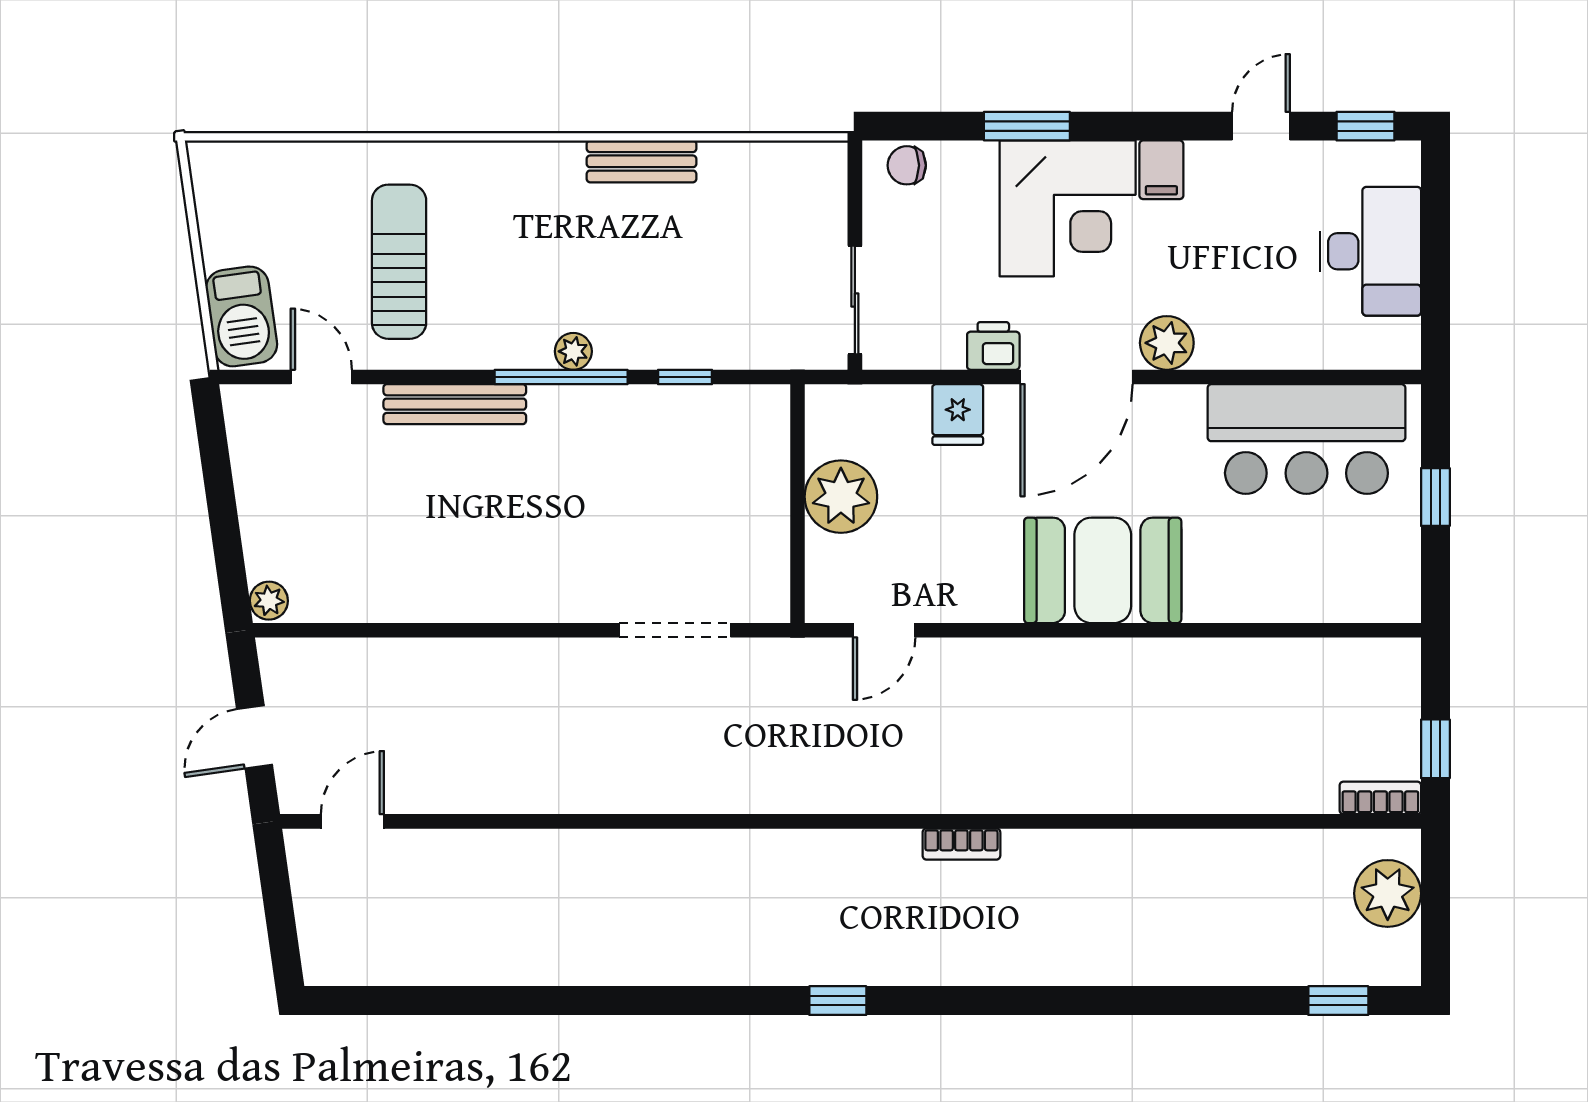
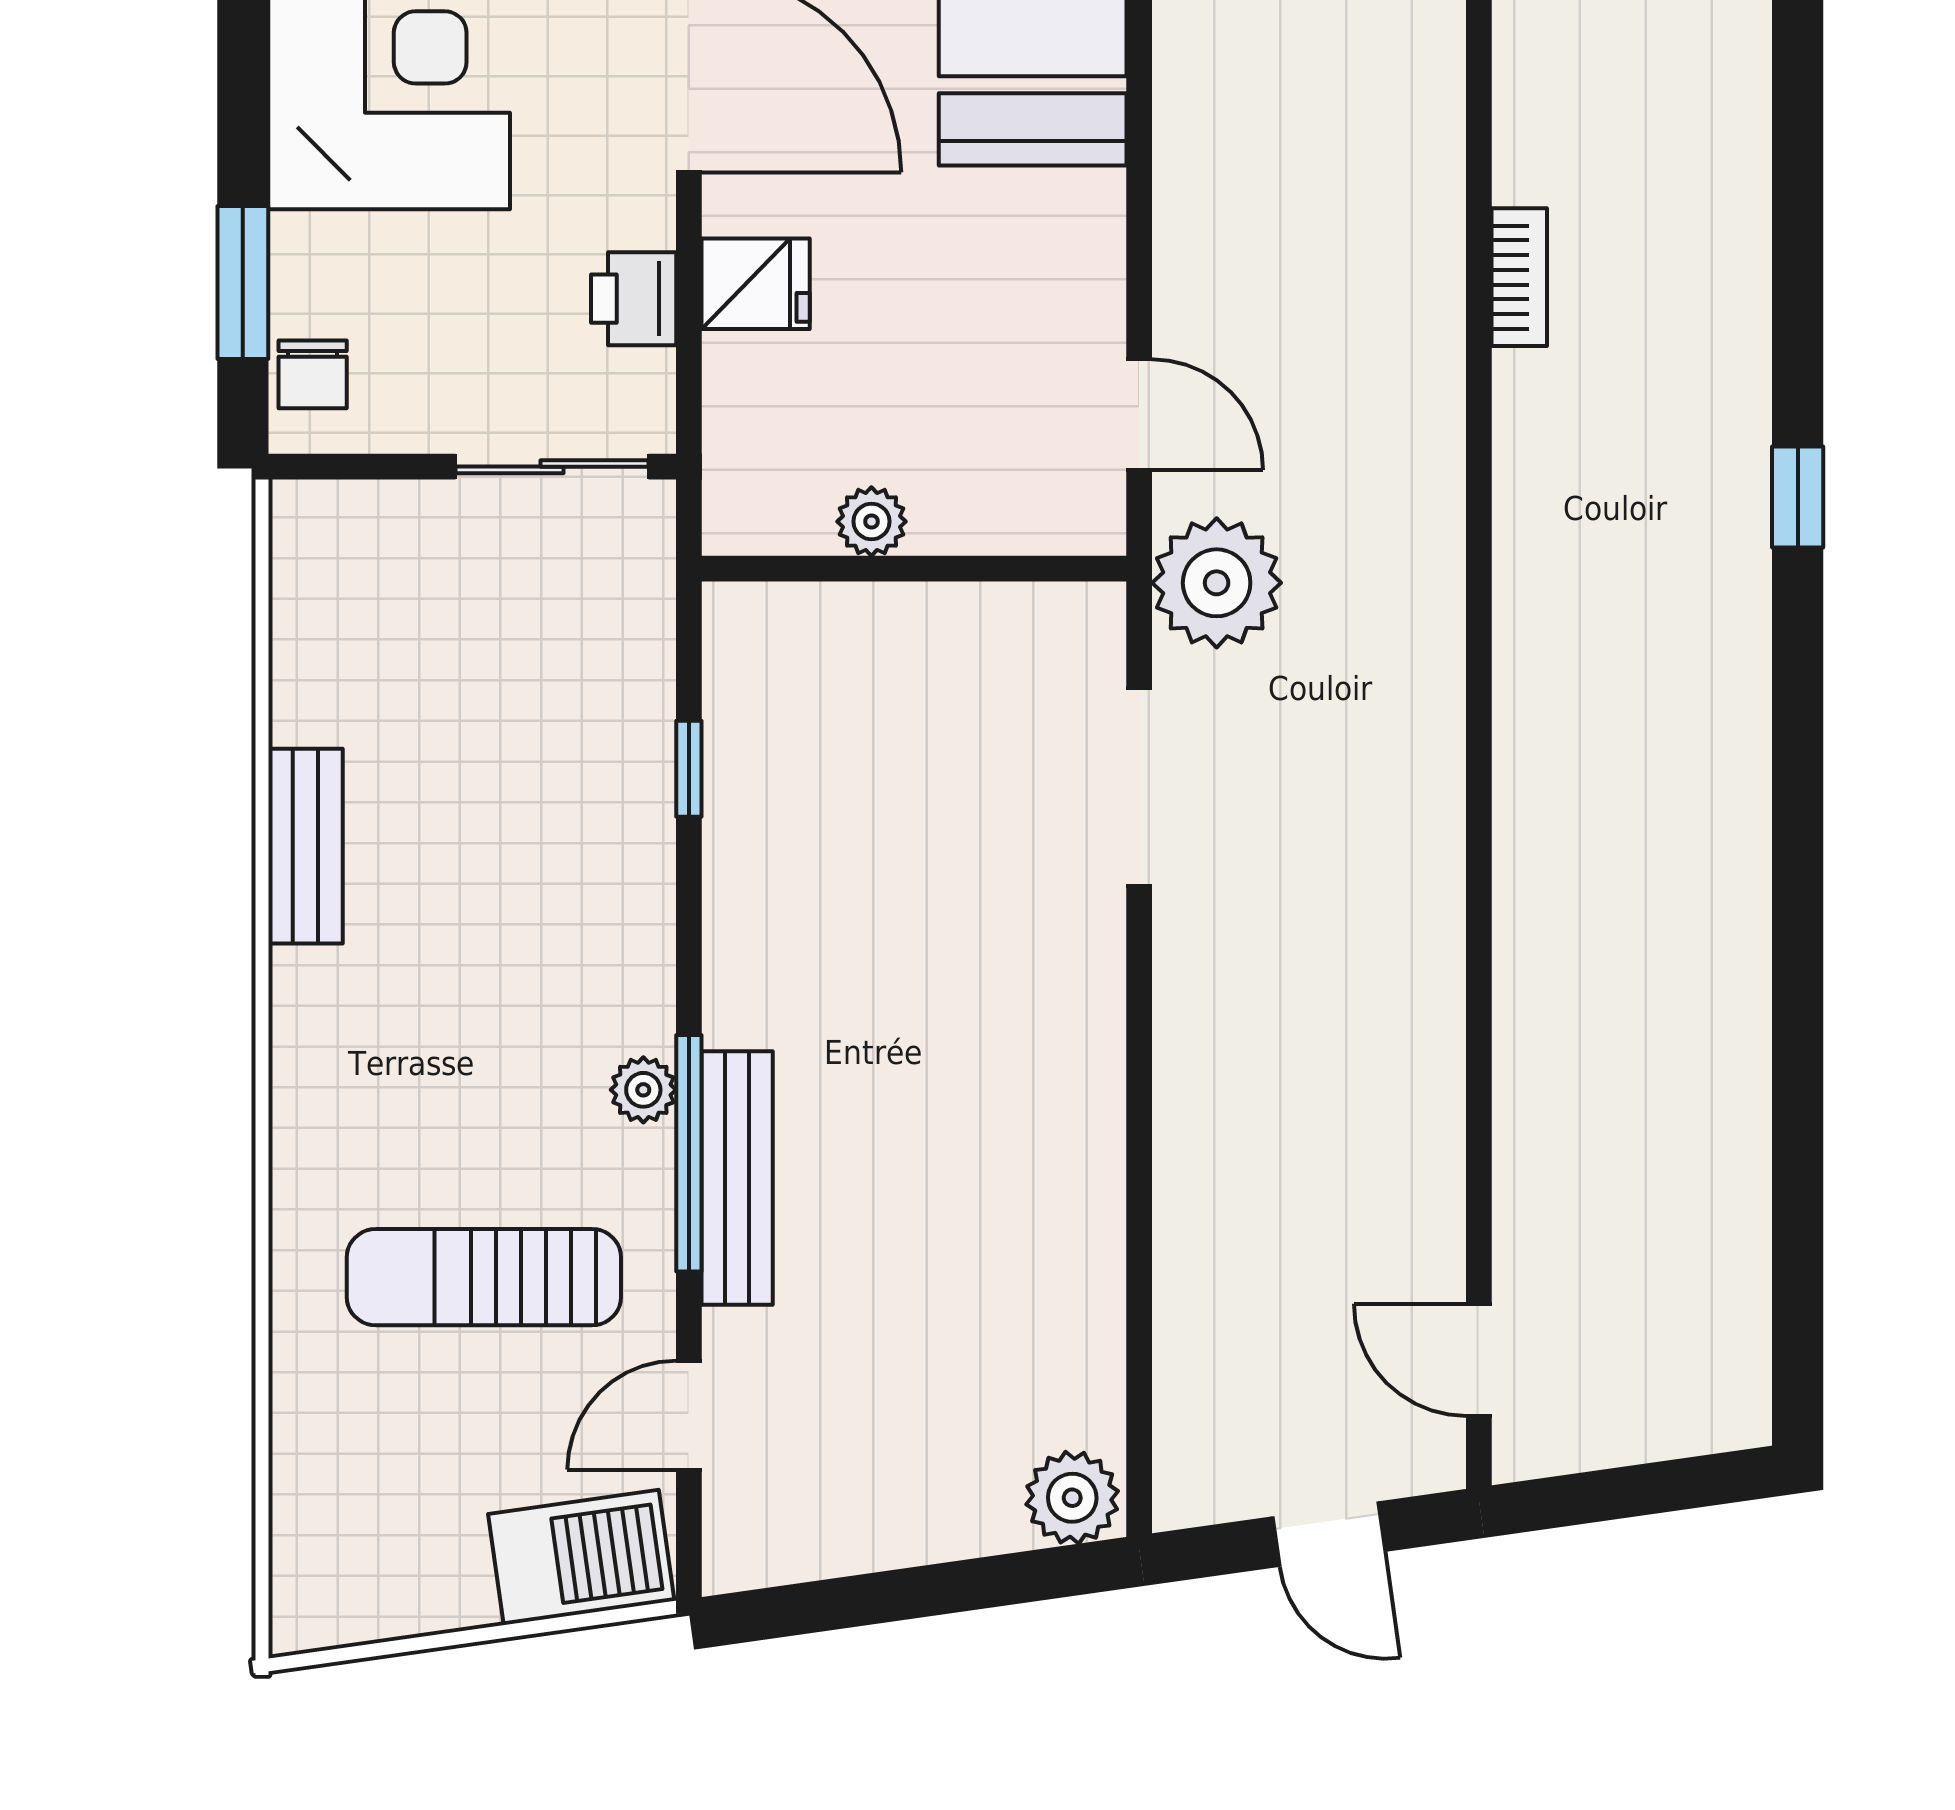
window: (1027, 126) -> (243, 283), moved
printer: (993, 346) -> (634, 299), moved
plant: (573, 351) -> (643, 1090), moved
window: (561, 377) -> (689, 1153), moved
plant: (841, 497) -> (871, 522), width x0.53, depth x0.53
plant: (269, 601) -> (1072, 1498), width x1.38, depth x1.38
plant: (790, 674) -> (1217, 583), added

